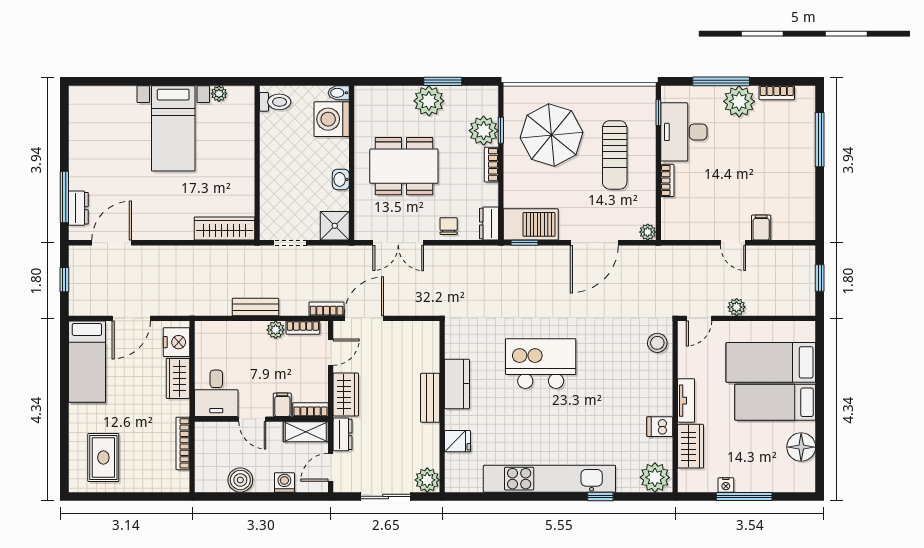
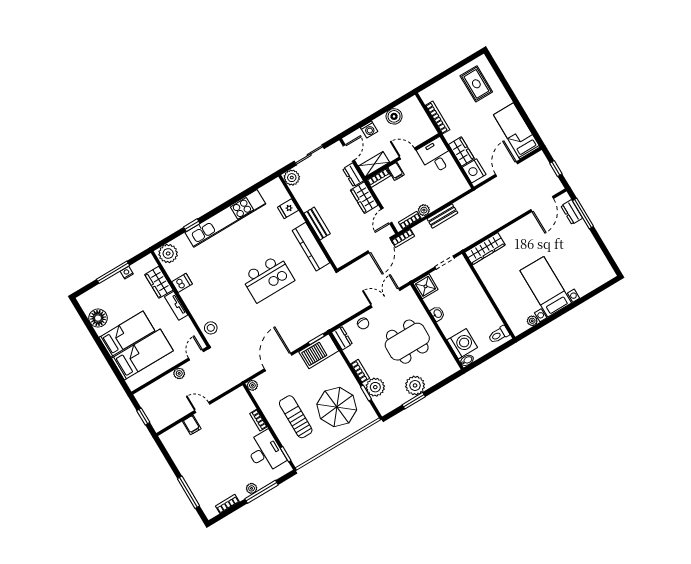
plant: (739, 101) -> (252, 488), width x0.53, depth x0.53
kitchen counter: (457, 384) -> (311, 247), width x1.50

